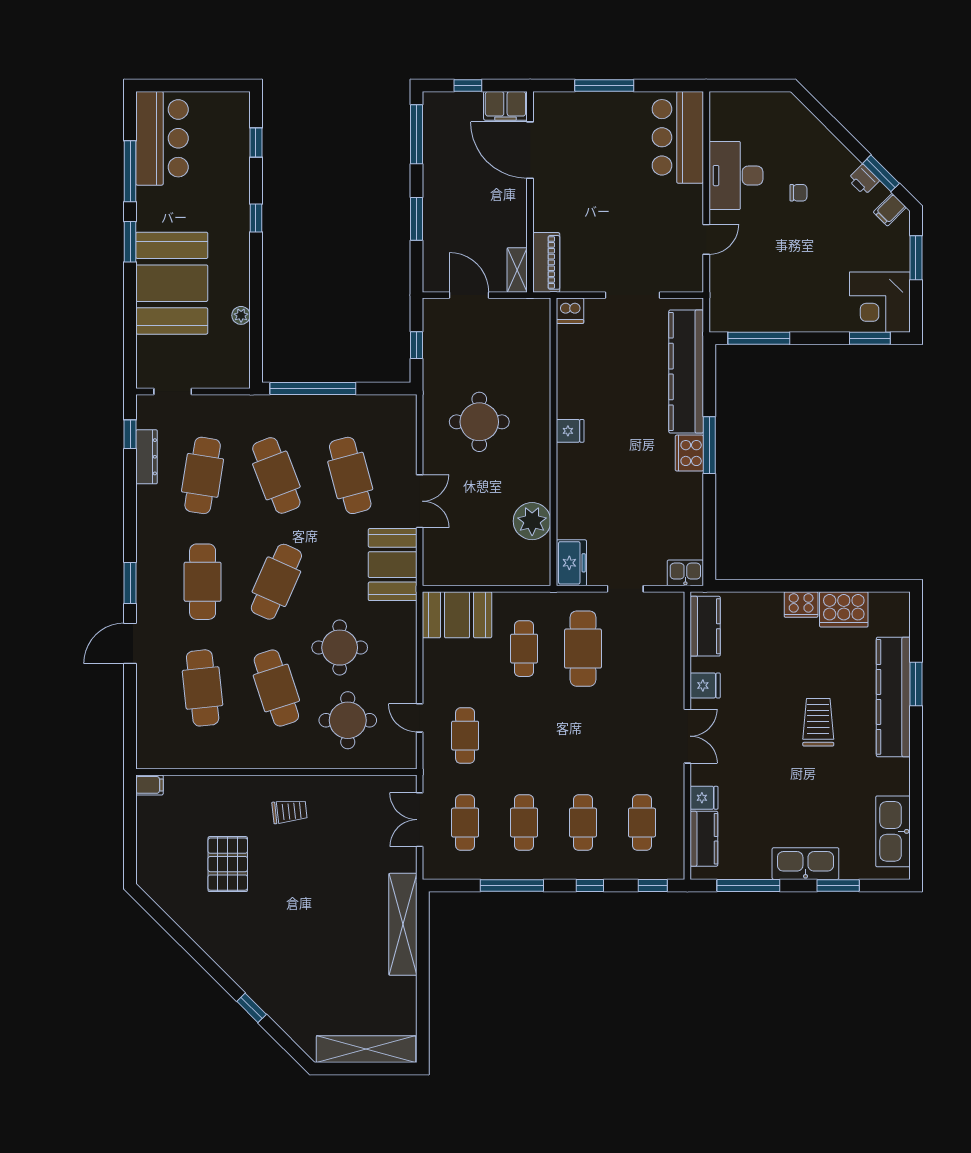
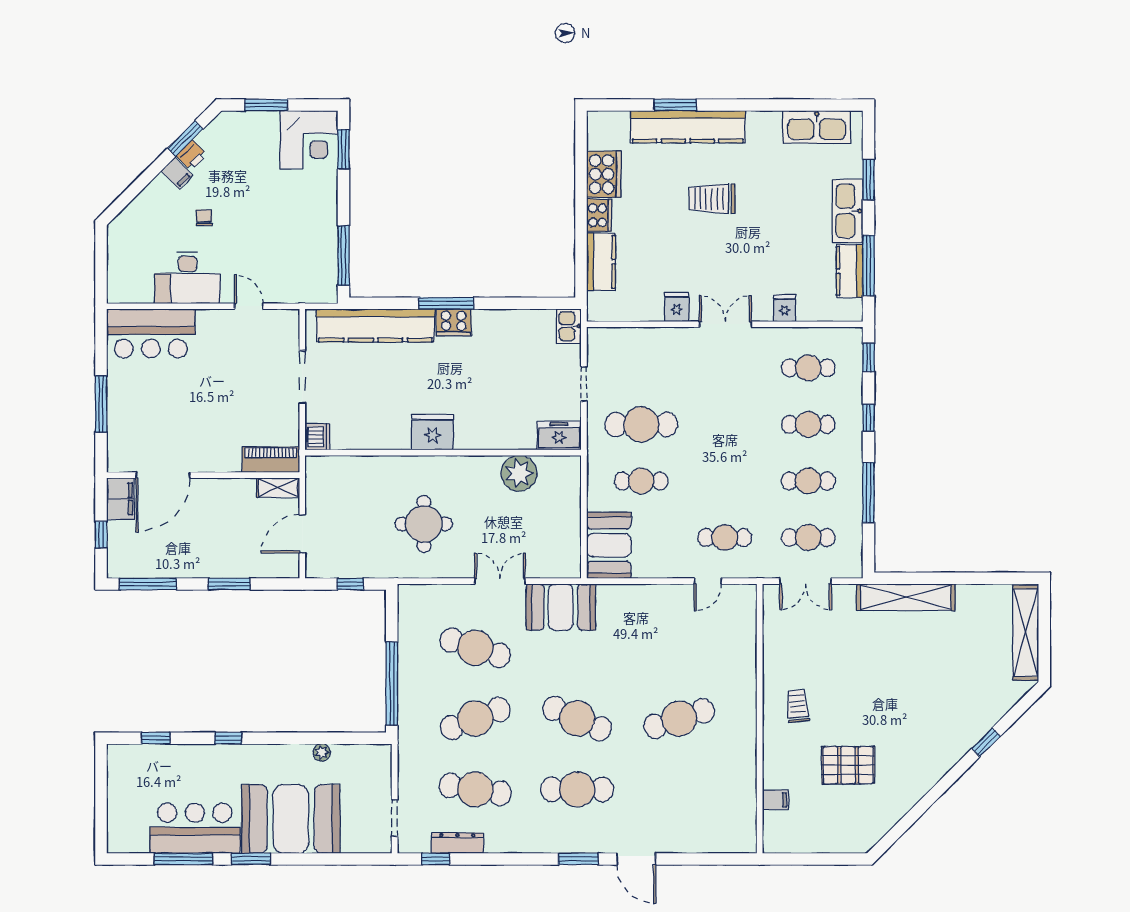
bar counter: (162, 138) -> (195, 828), moved
filing cabinet: (890, 210) -> (177, 173), moved
fridge: (570, 431) -> (432, 432), width x1.88, depth x1.34
cafe table: (350, 475) -> (475, 648), turned 33
kitchen counter: (705, 626) -> (601, 262), moved, turned 90
round table: (340, 648) -> (640, 658), removed
cafe table: (203, 688) -> (679, 789), removed
round table: (348, 720) -> (710, 650), removed
filing cabinet: (149, 785) -> (775, 800), moved, turned 90
kitchen counter: (704, 839) -> (850, 271), moved, turned -90

